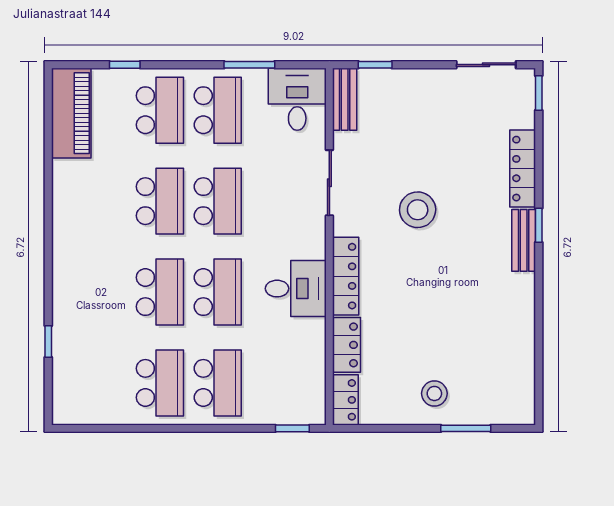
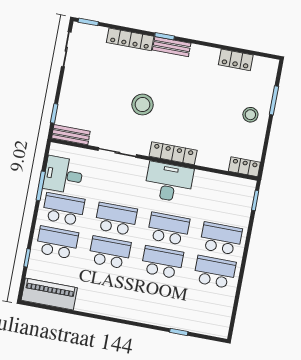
desk: (297, 99) -> (63, 175), moved
desk: (296, 289) -> (169, 182), width x1.37
locker: (347, 345) -> (236, 60), moved, turned 180

